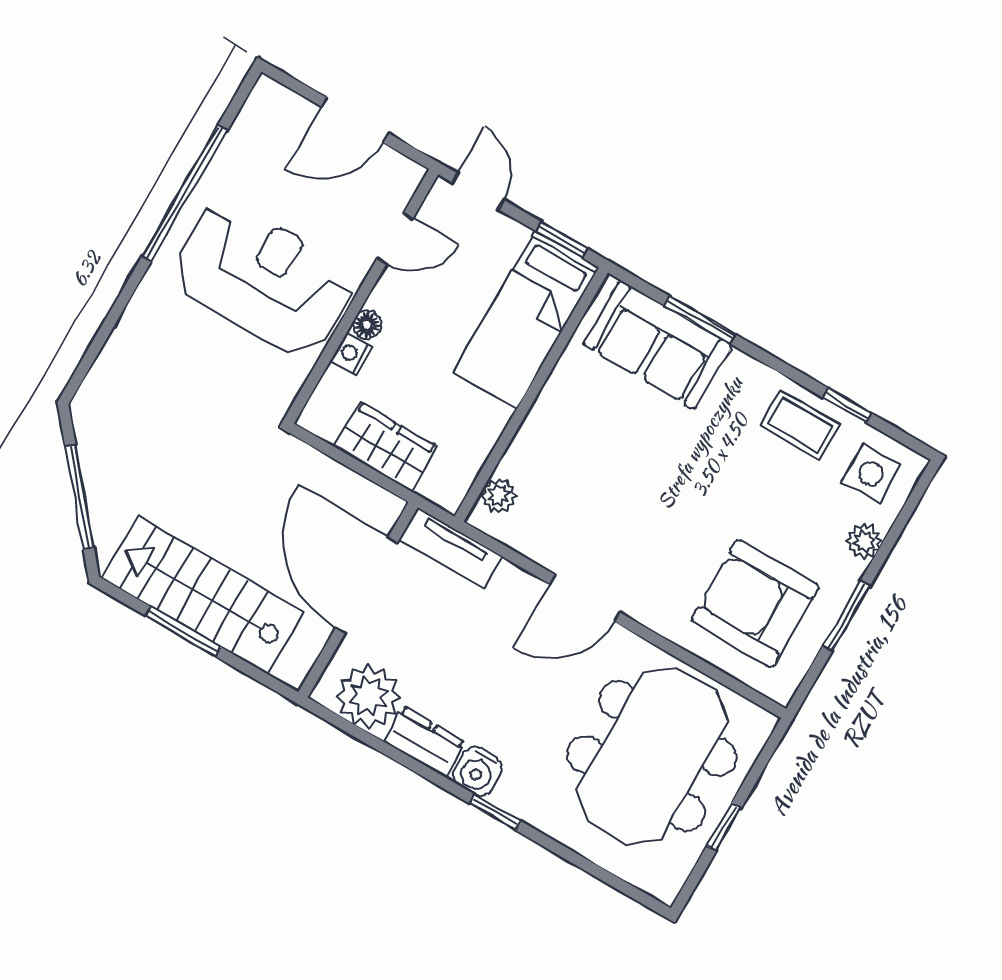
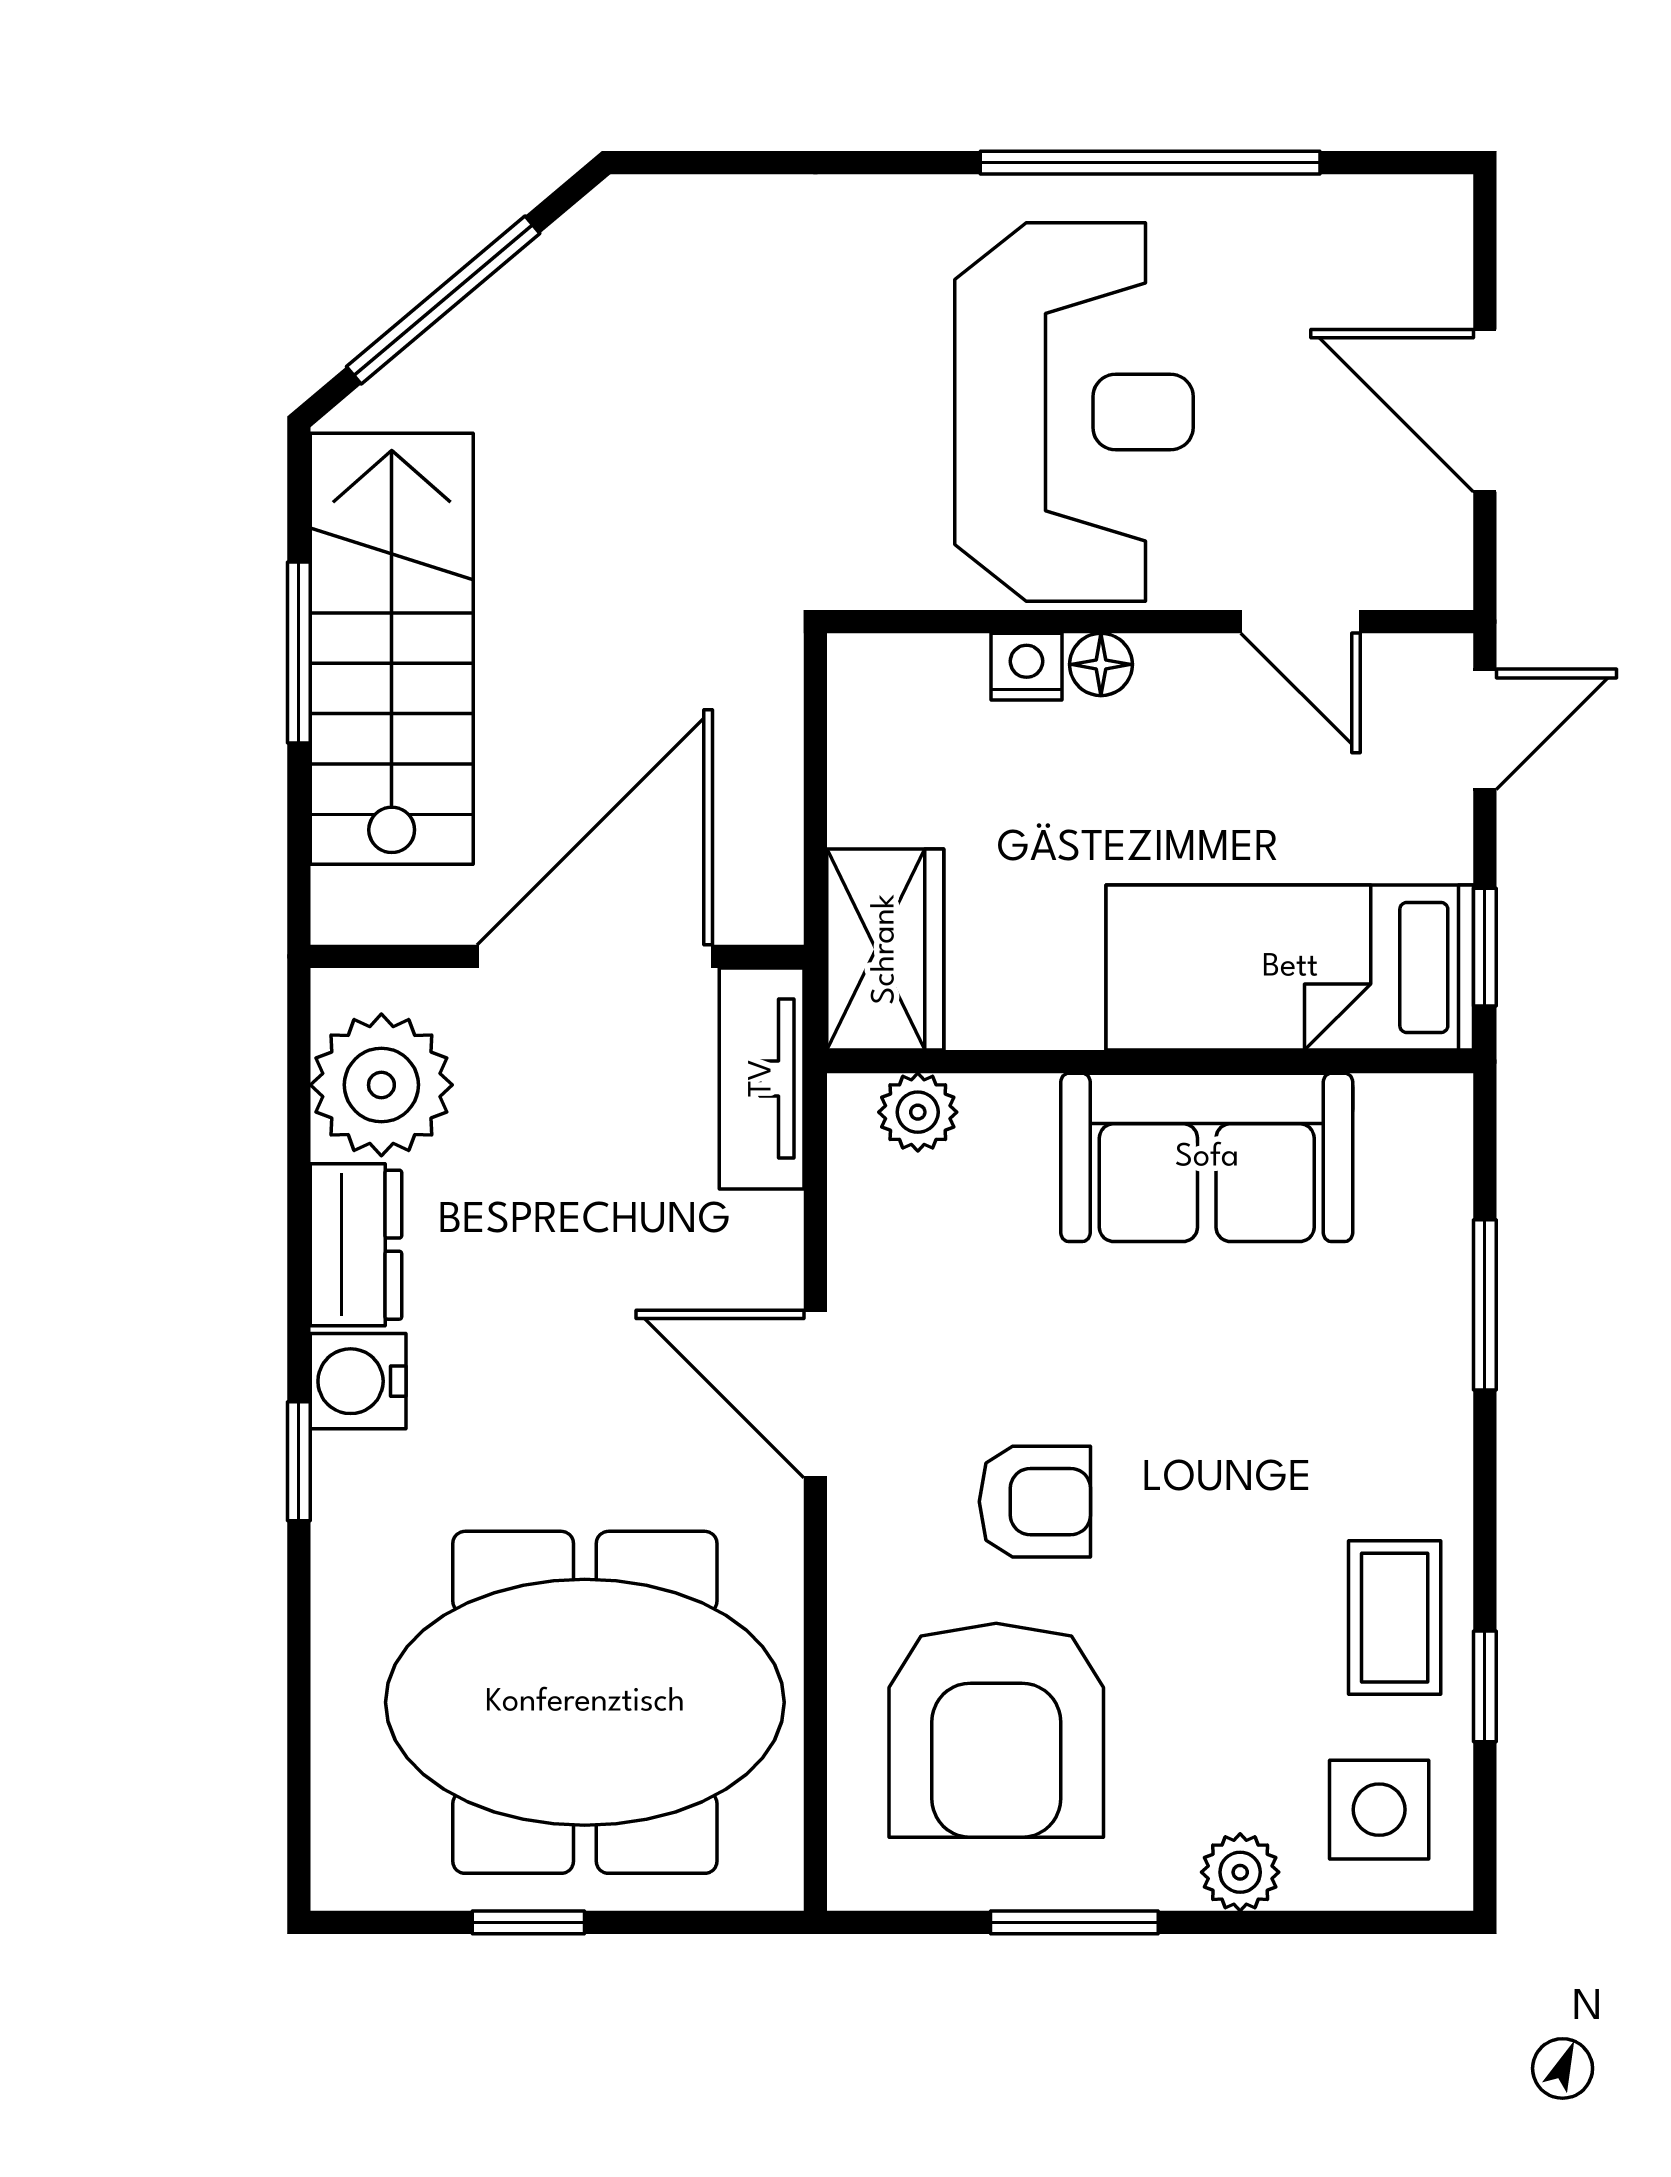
sofa: (657, 345) -> (1207, 1157), moved, turned -90
wardrobe: (385, 447) -> (885, 949), moved
armchair: (675, 537) -> (1035, 1502), added
armchair: (755, 603) -> (996, 1730), turned 180

